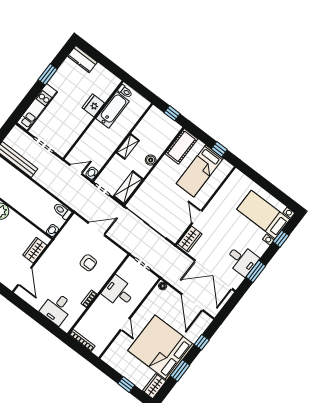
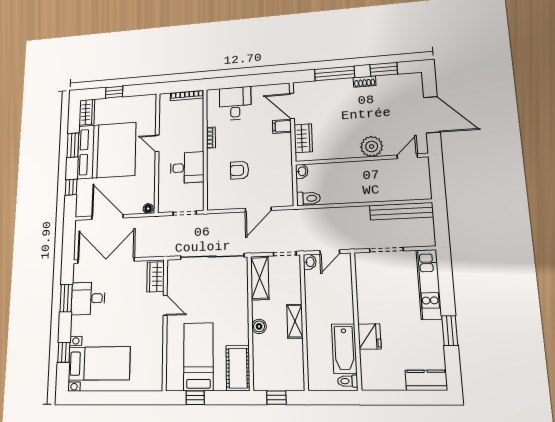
filing cabinet: (41, 269) -> (282, 126), added

